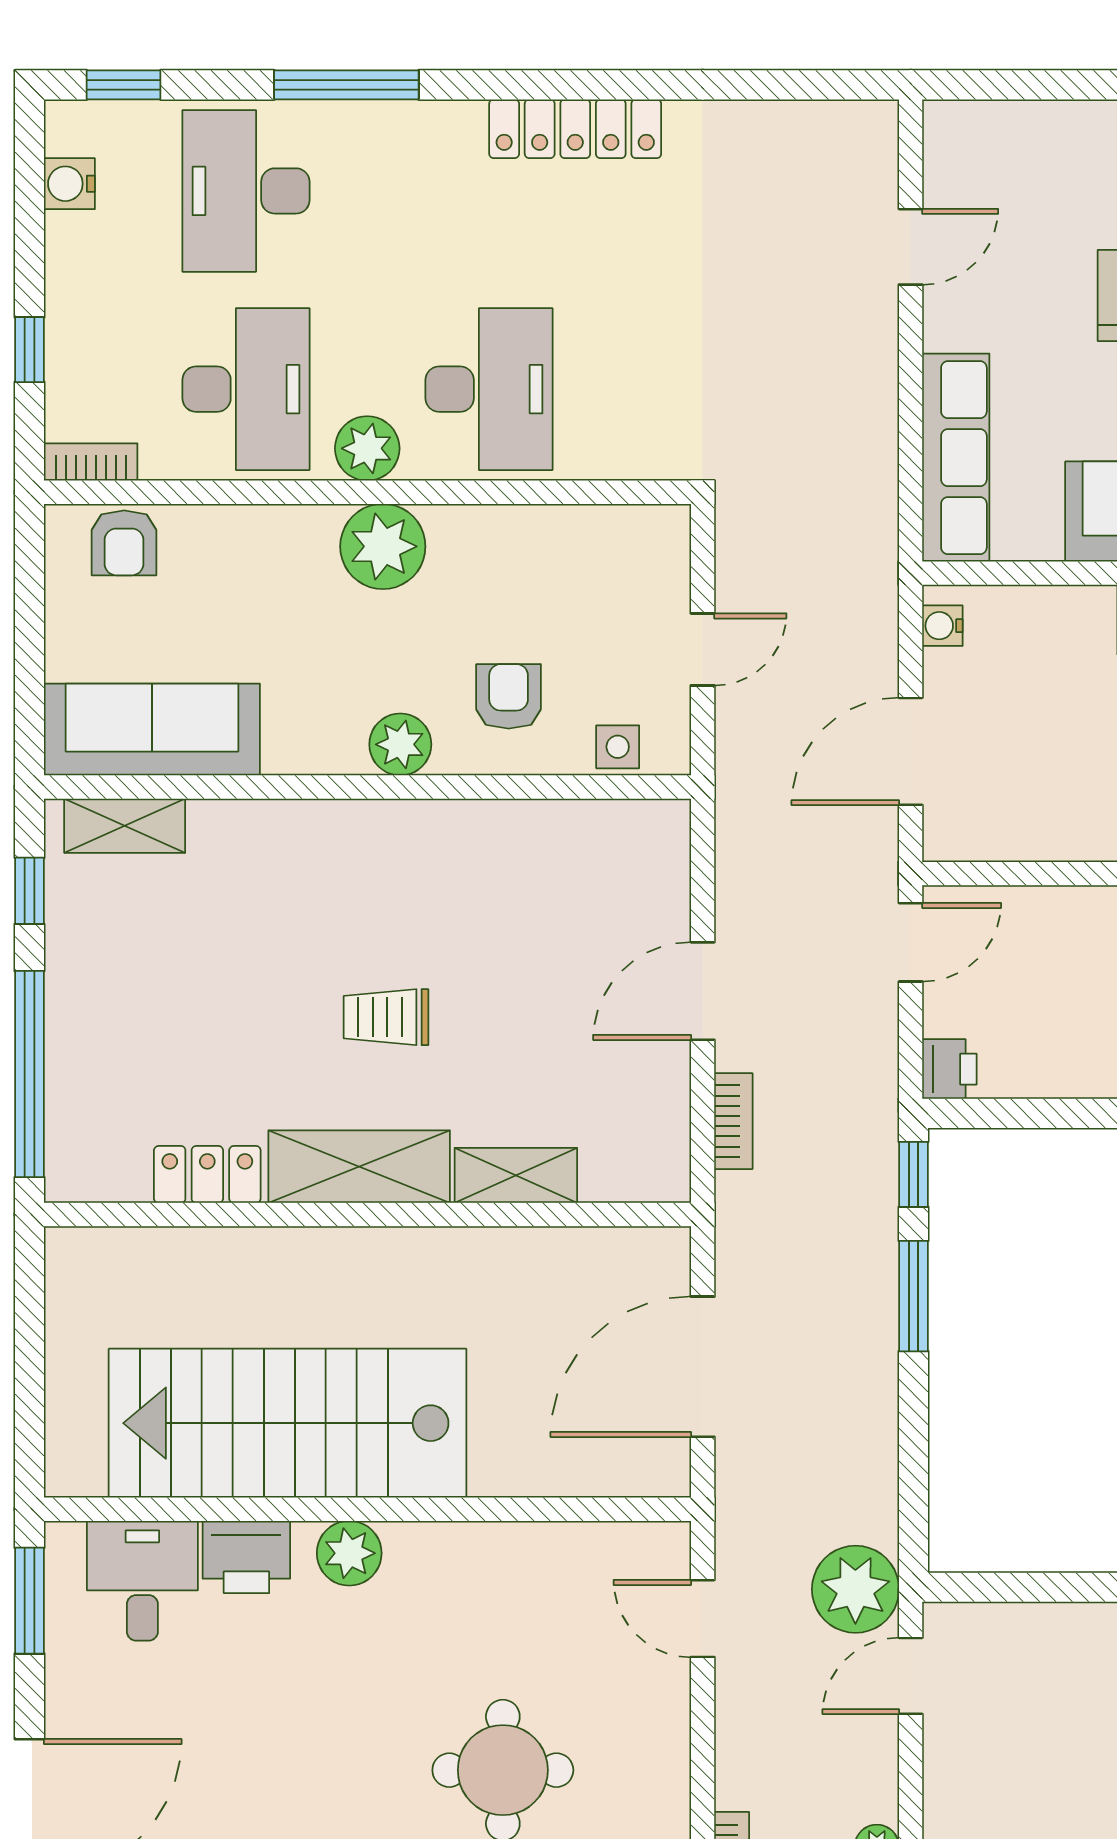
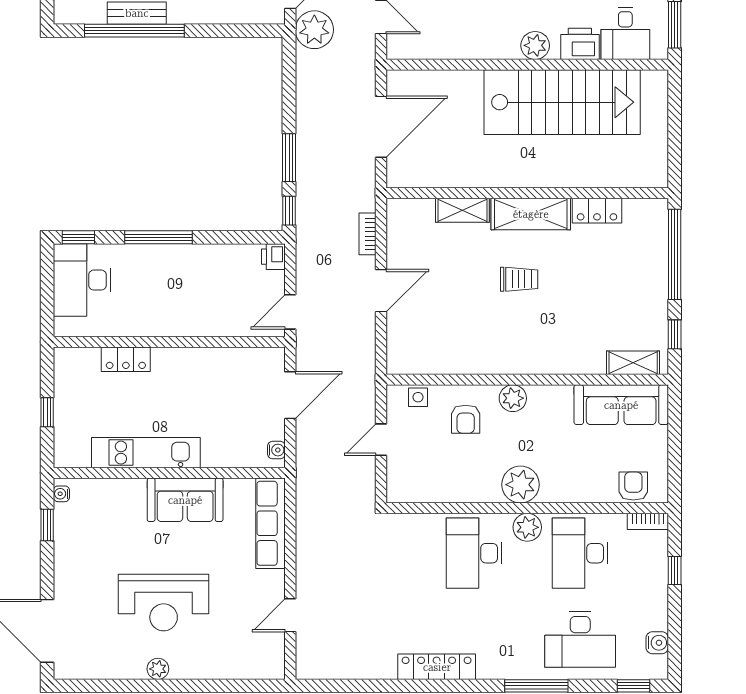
desk: (246, 191) -> (580, 640), turned 90

